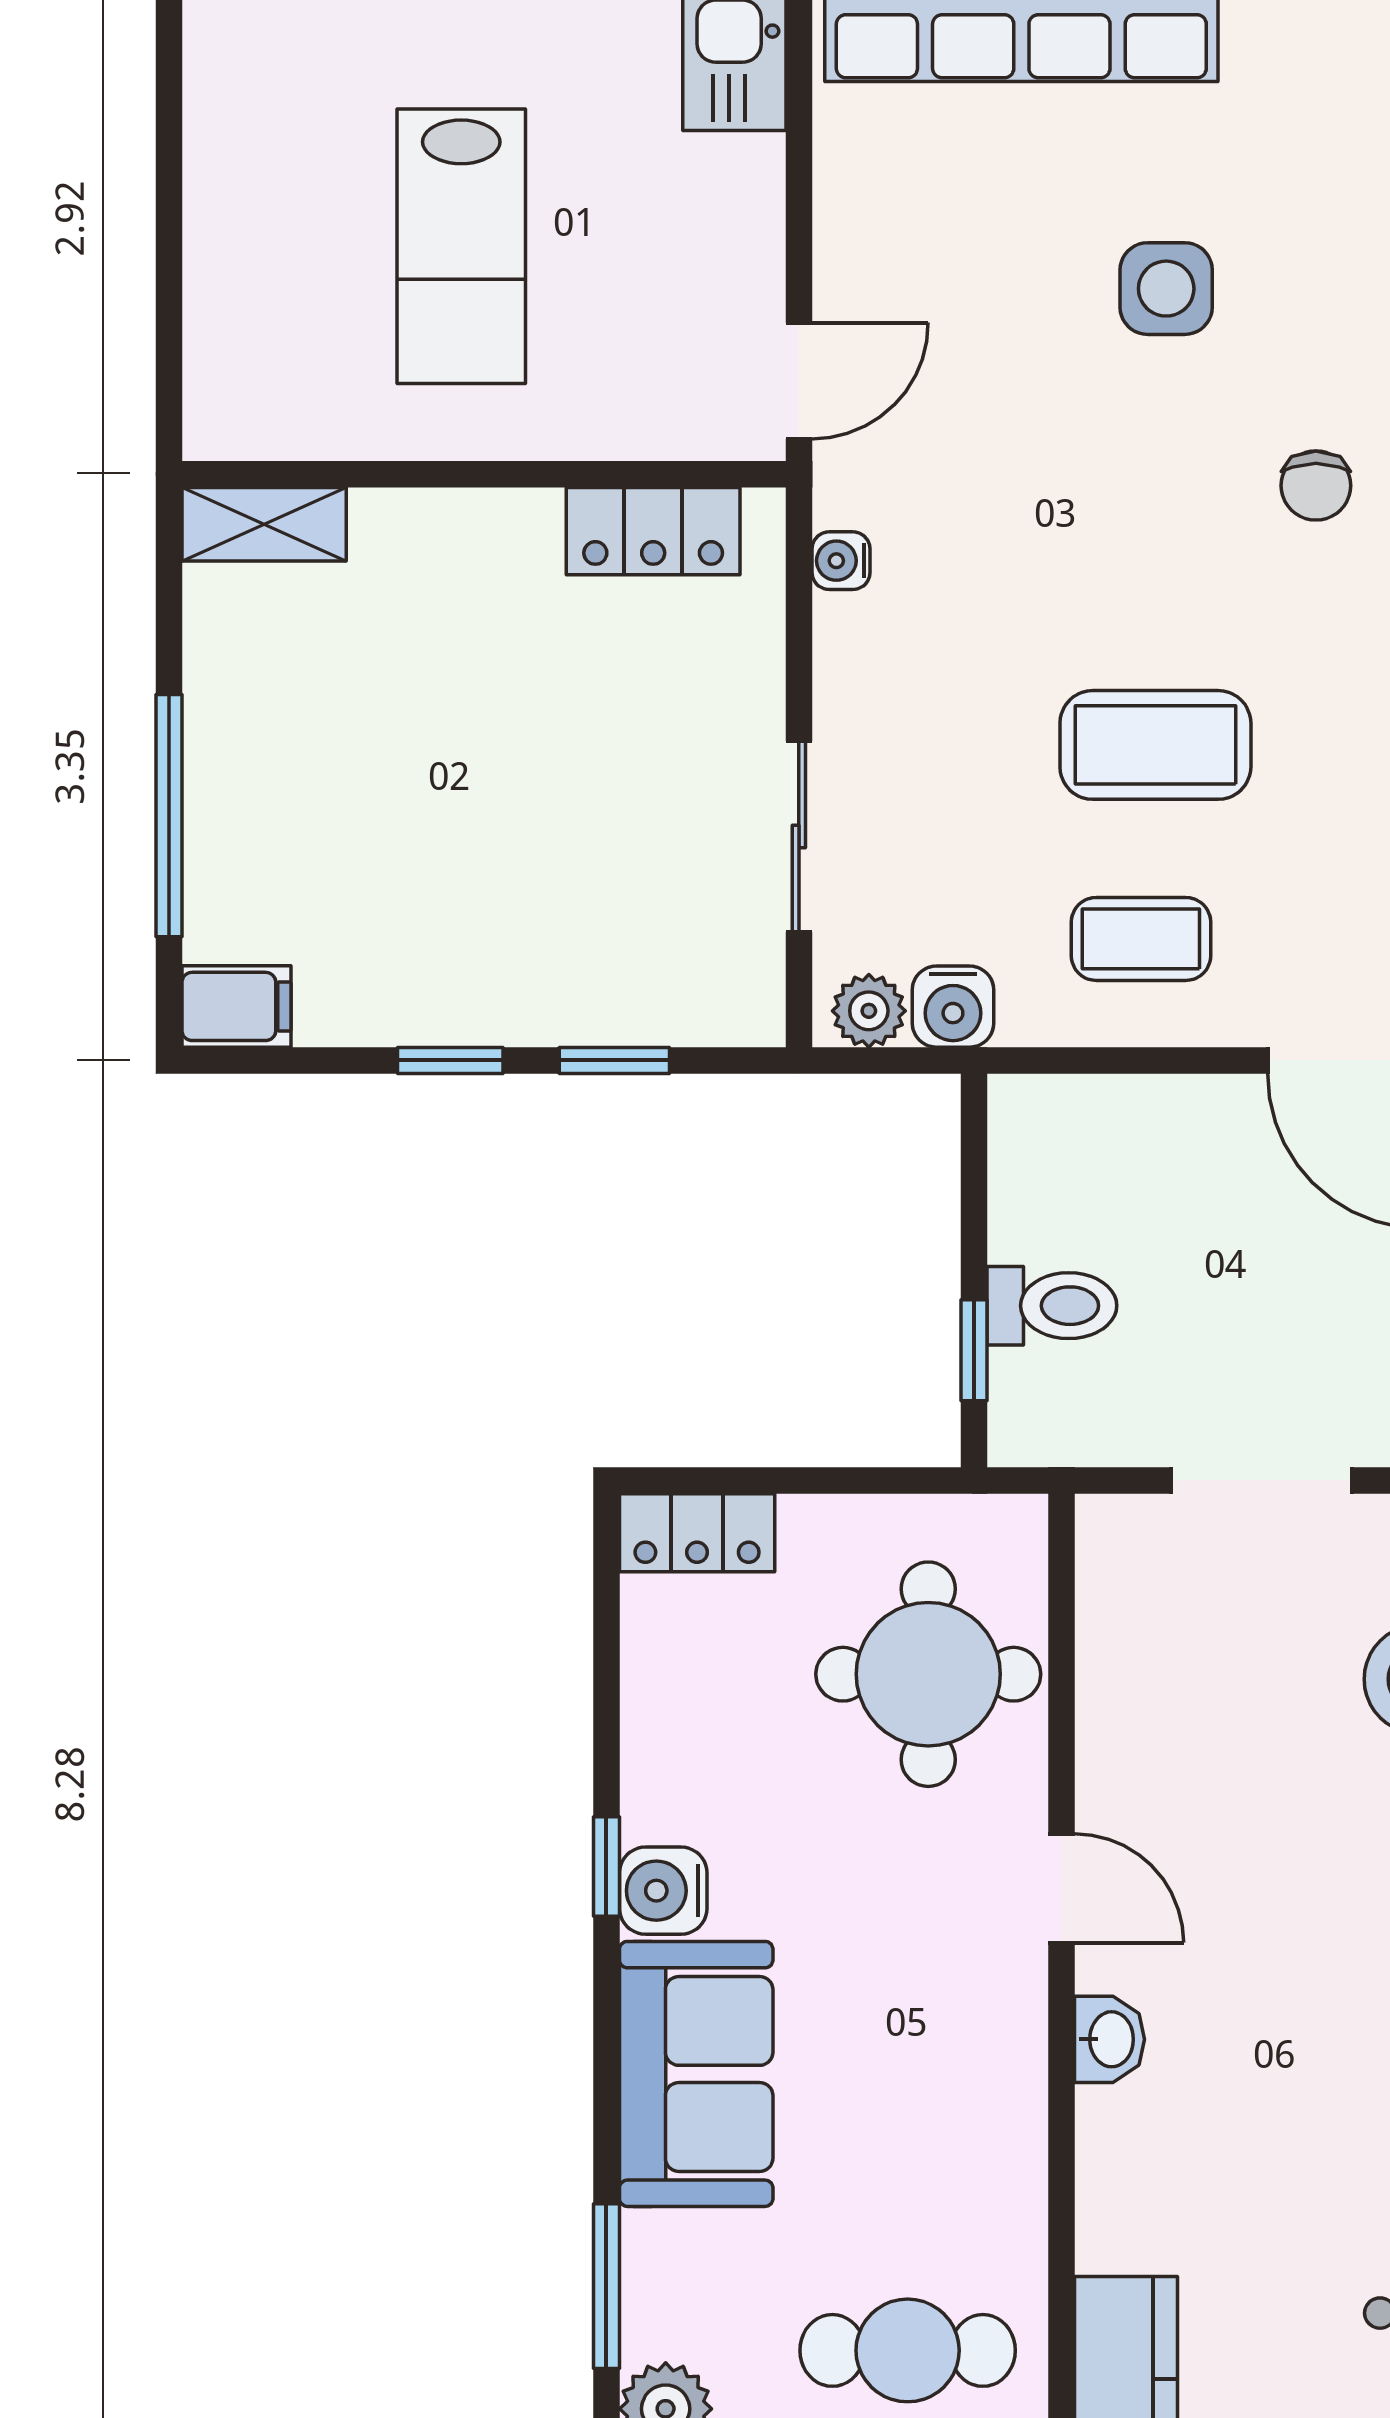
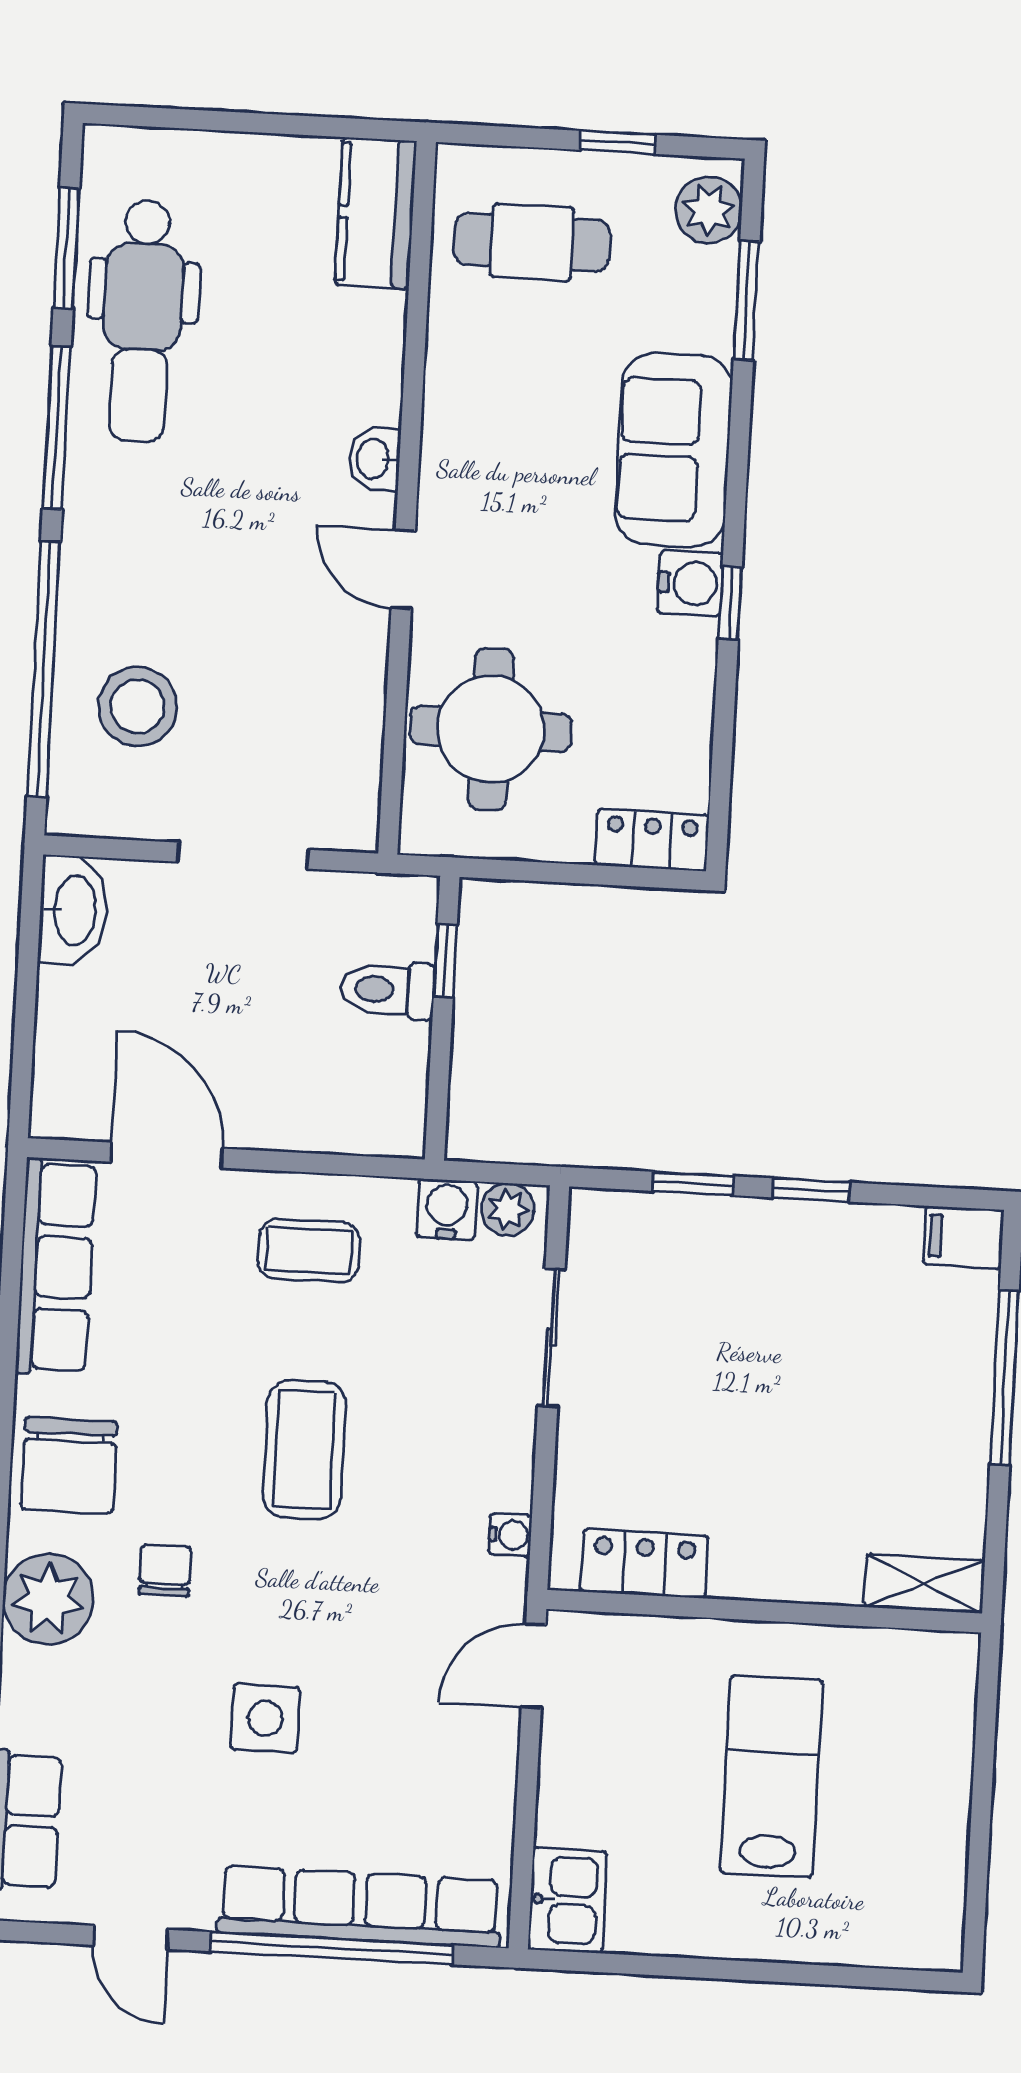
coffee table: (1155, 745) -> (304, 1449), moved, turned 90

